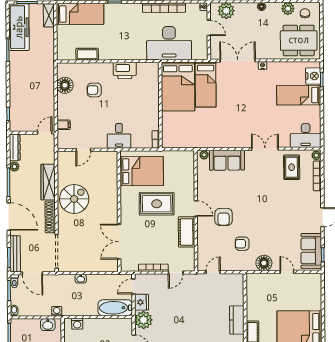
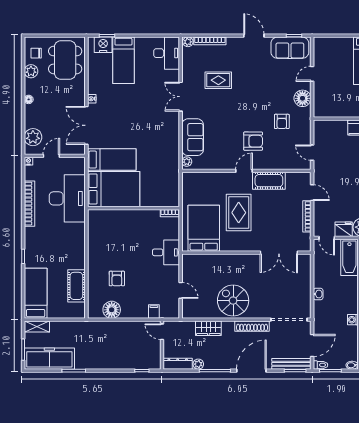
cot: (87, 54) -> (76, 286), width x1.37, depth x1.34
printer: (125, 71) -> (96, 246), removed
rug: (292, 167) -> (218, 80), moved
wardrobe: (48, 182) -> (208, 328), width x0.67

